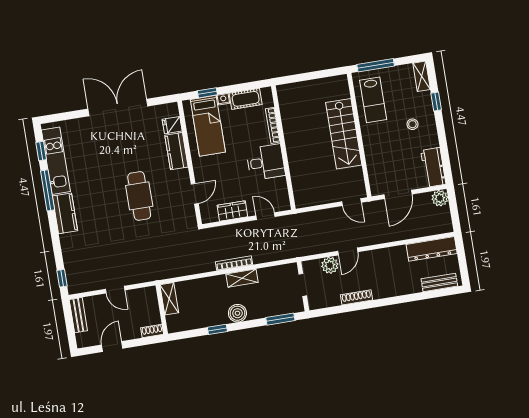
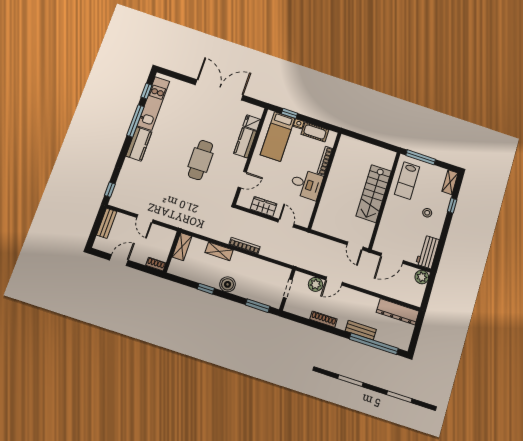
shelving: (242, 278) -> (219, 251), moved
bench: (439, 282) -> (361, 330), moved
window: (422, 296) -> (374, 344), added

